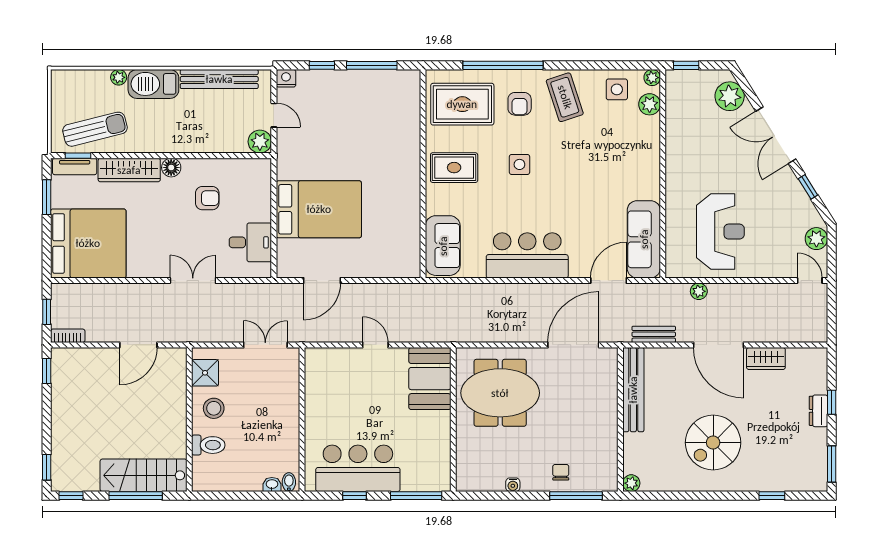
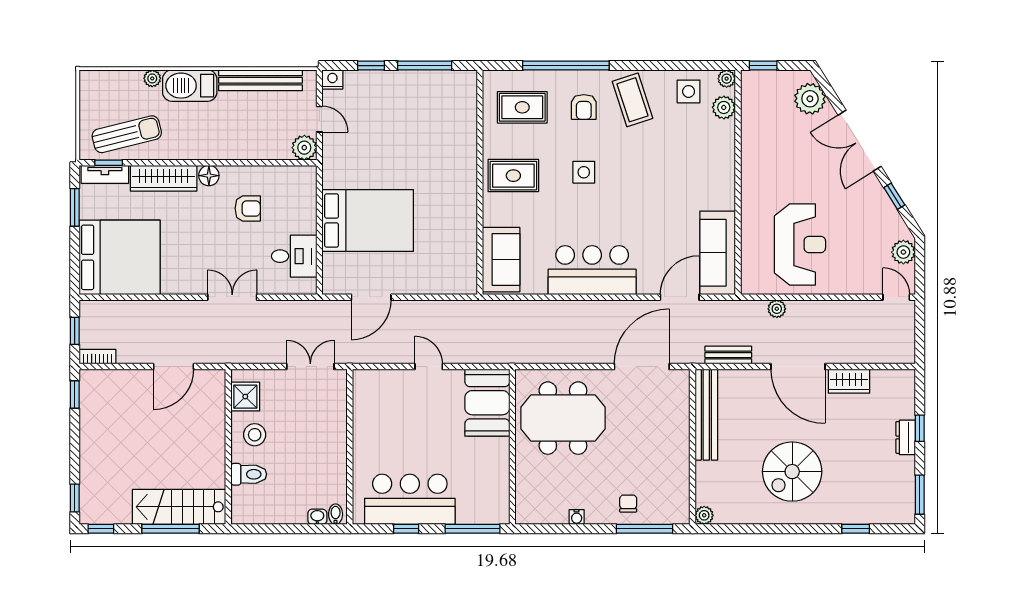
rug: (462, 104) -> (522, 107), width x0.73, depth x0.70

